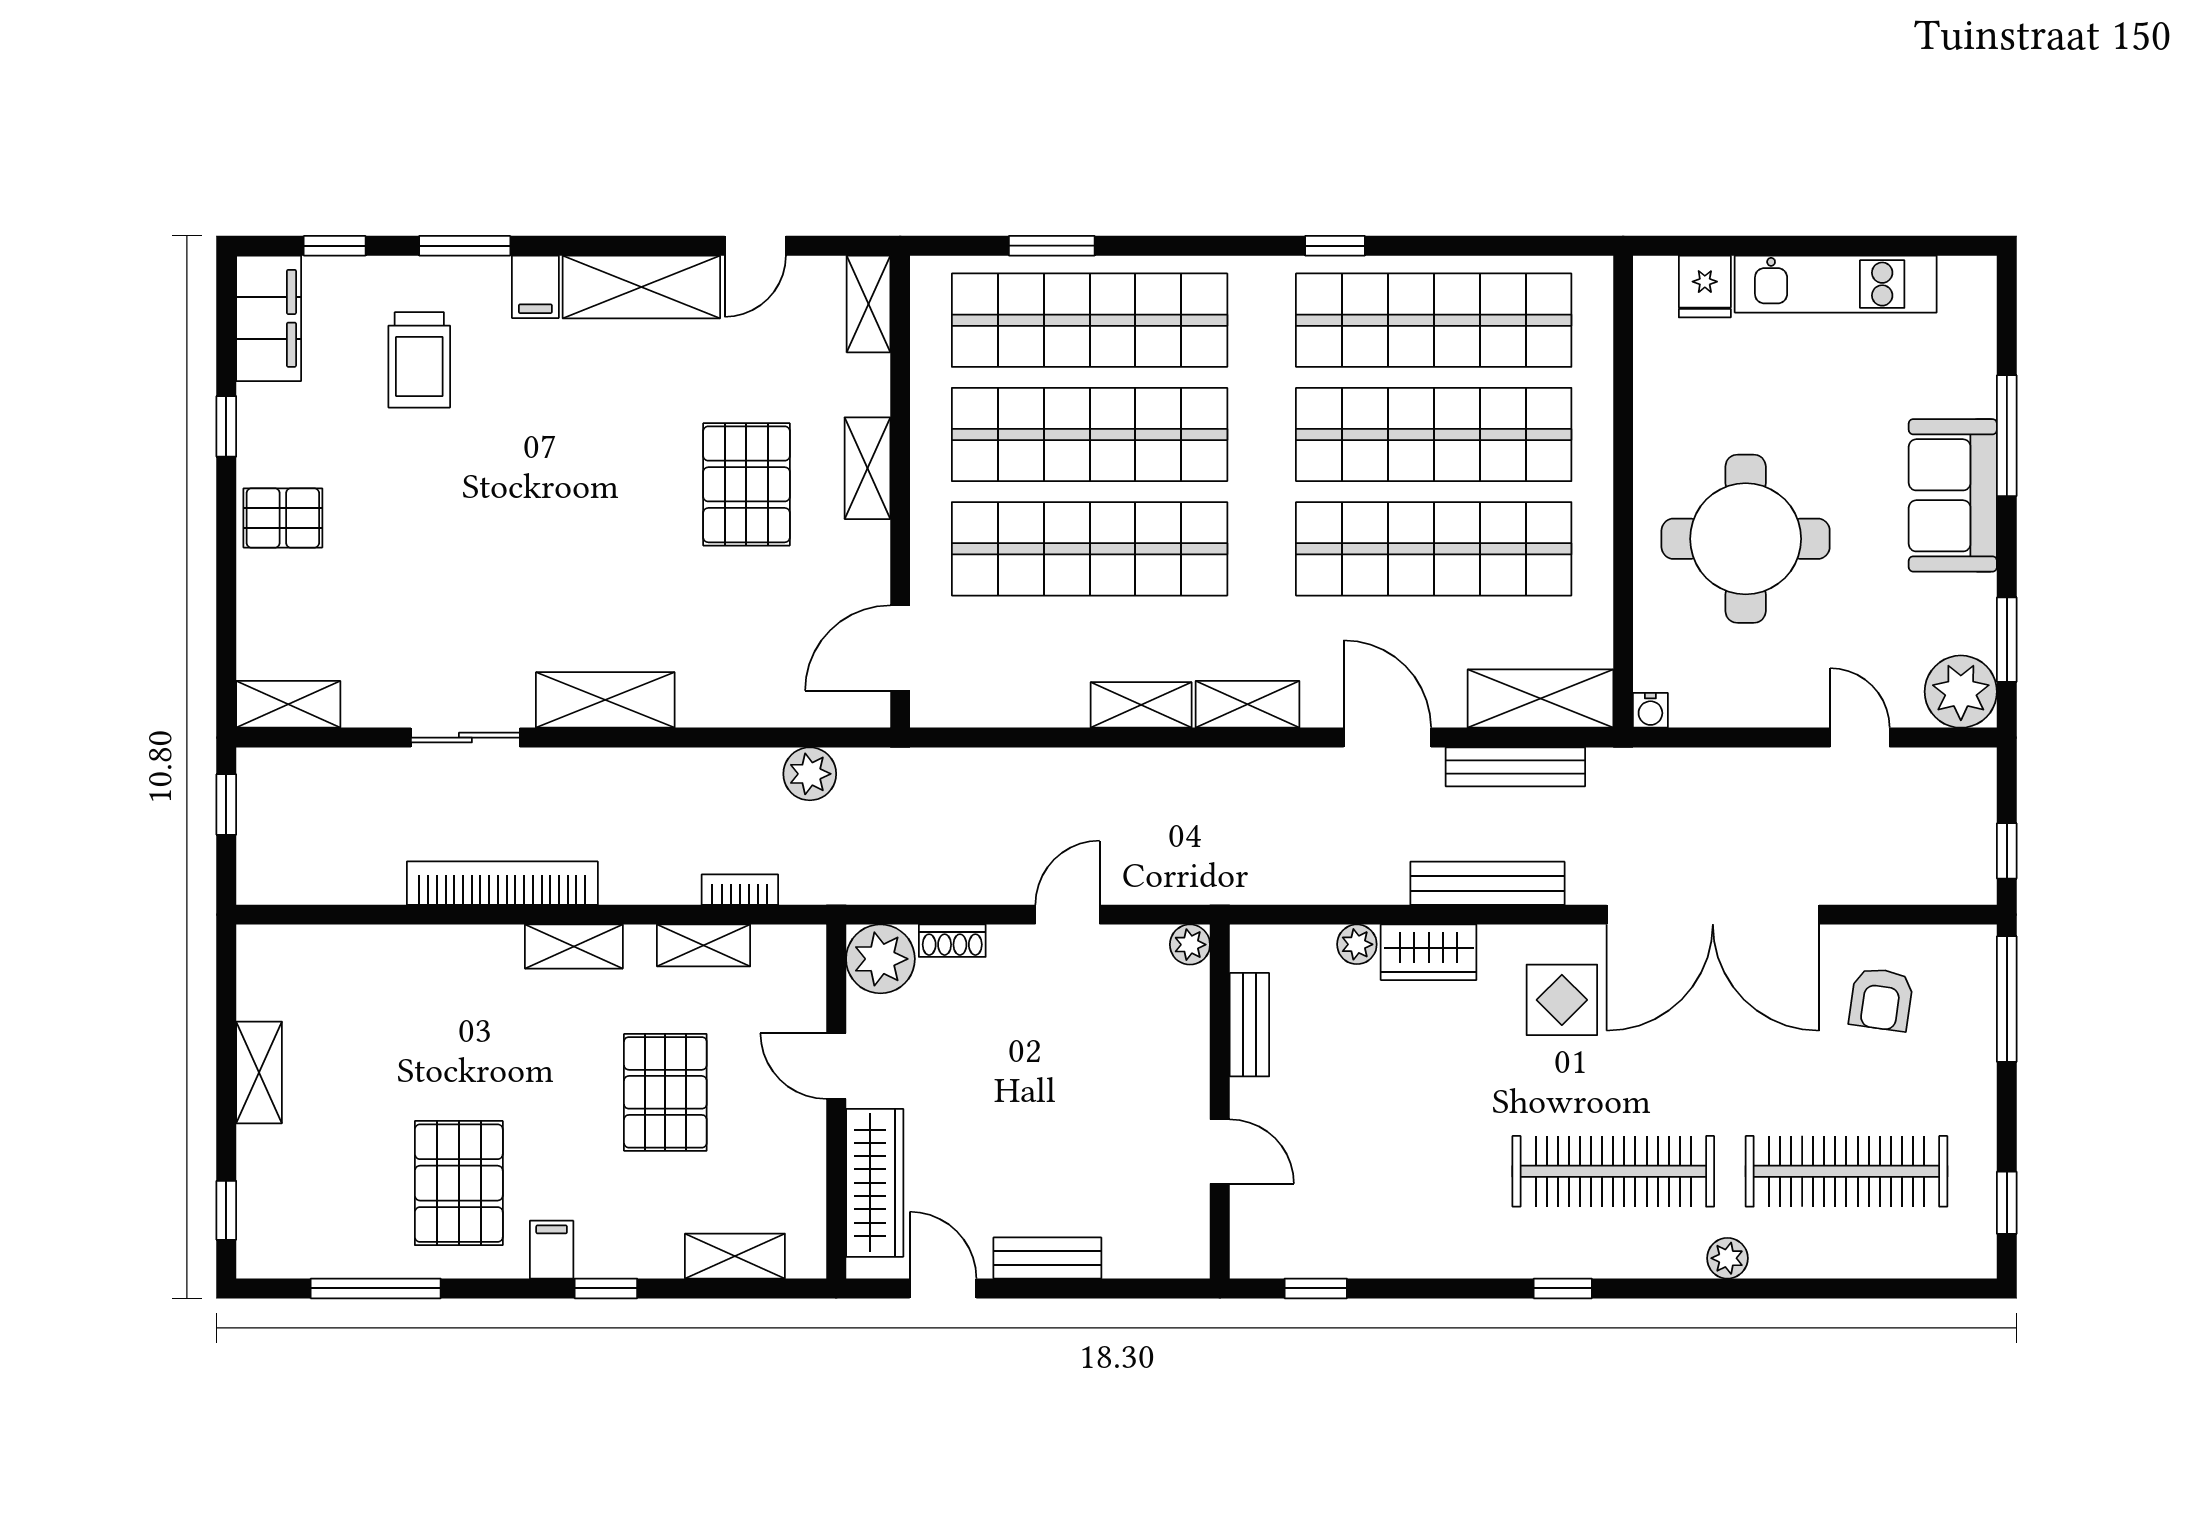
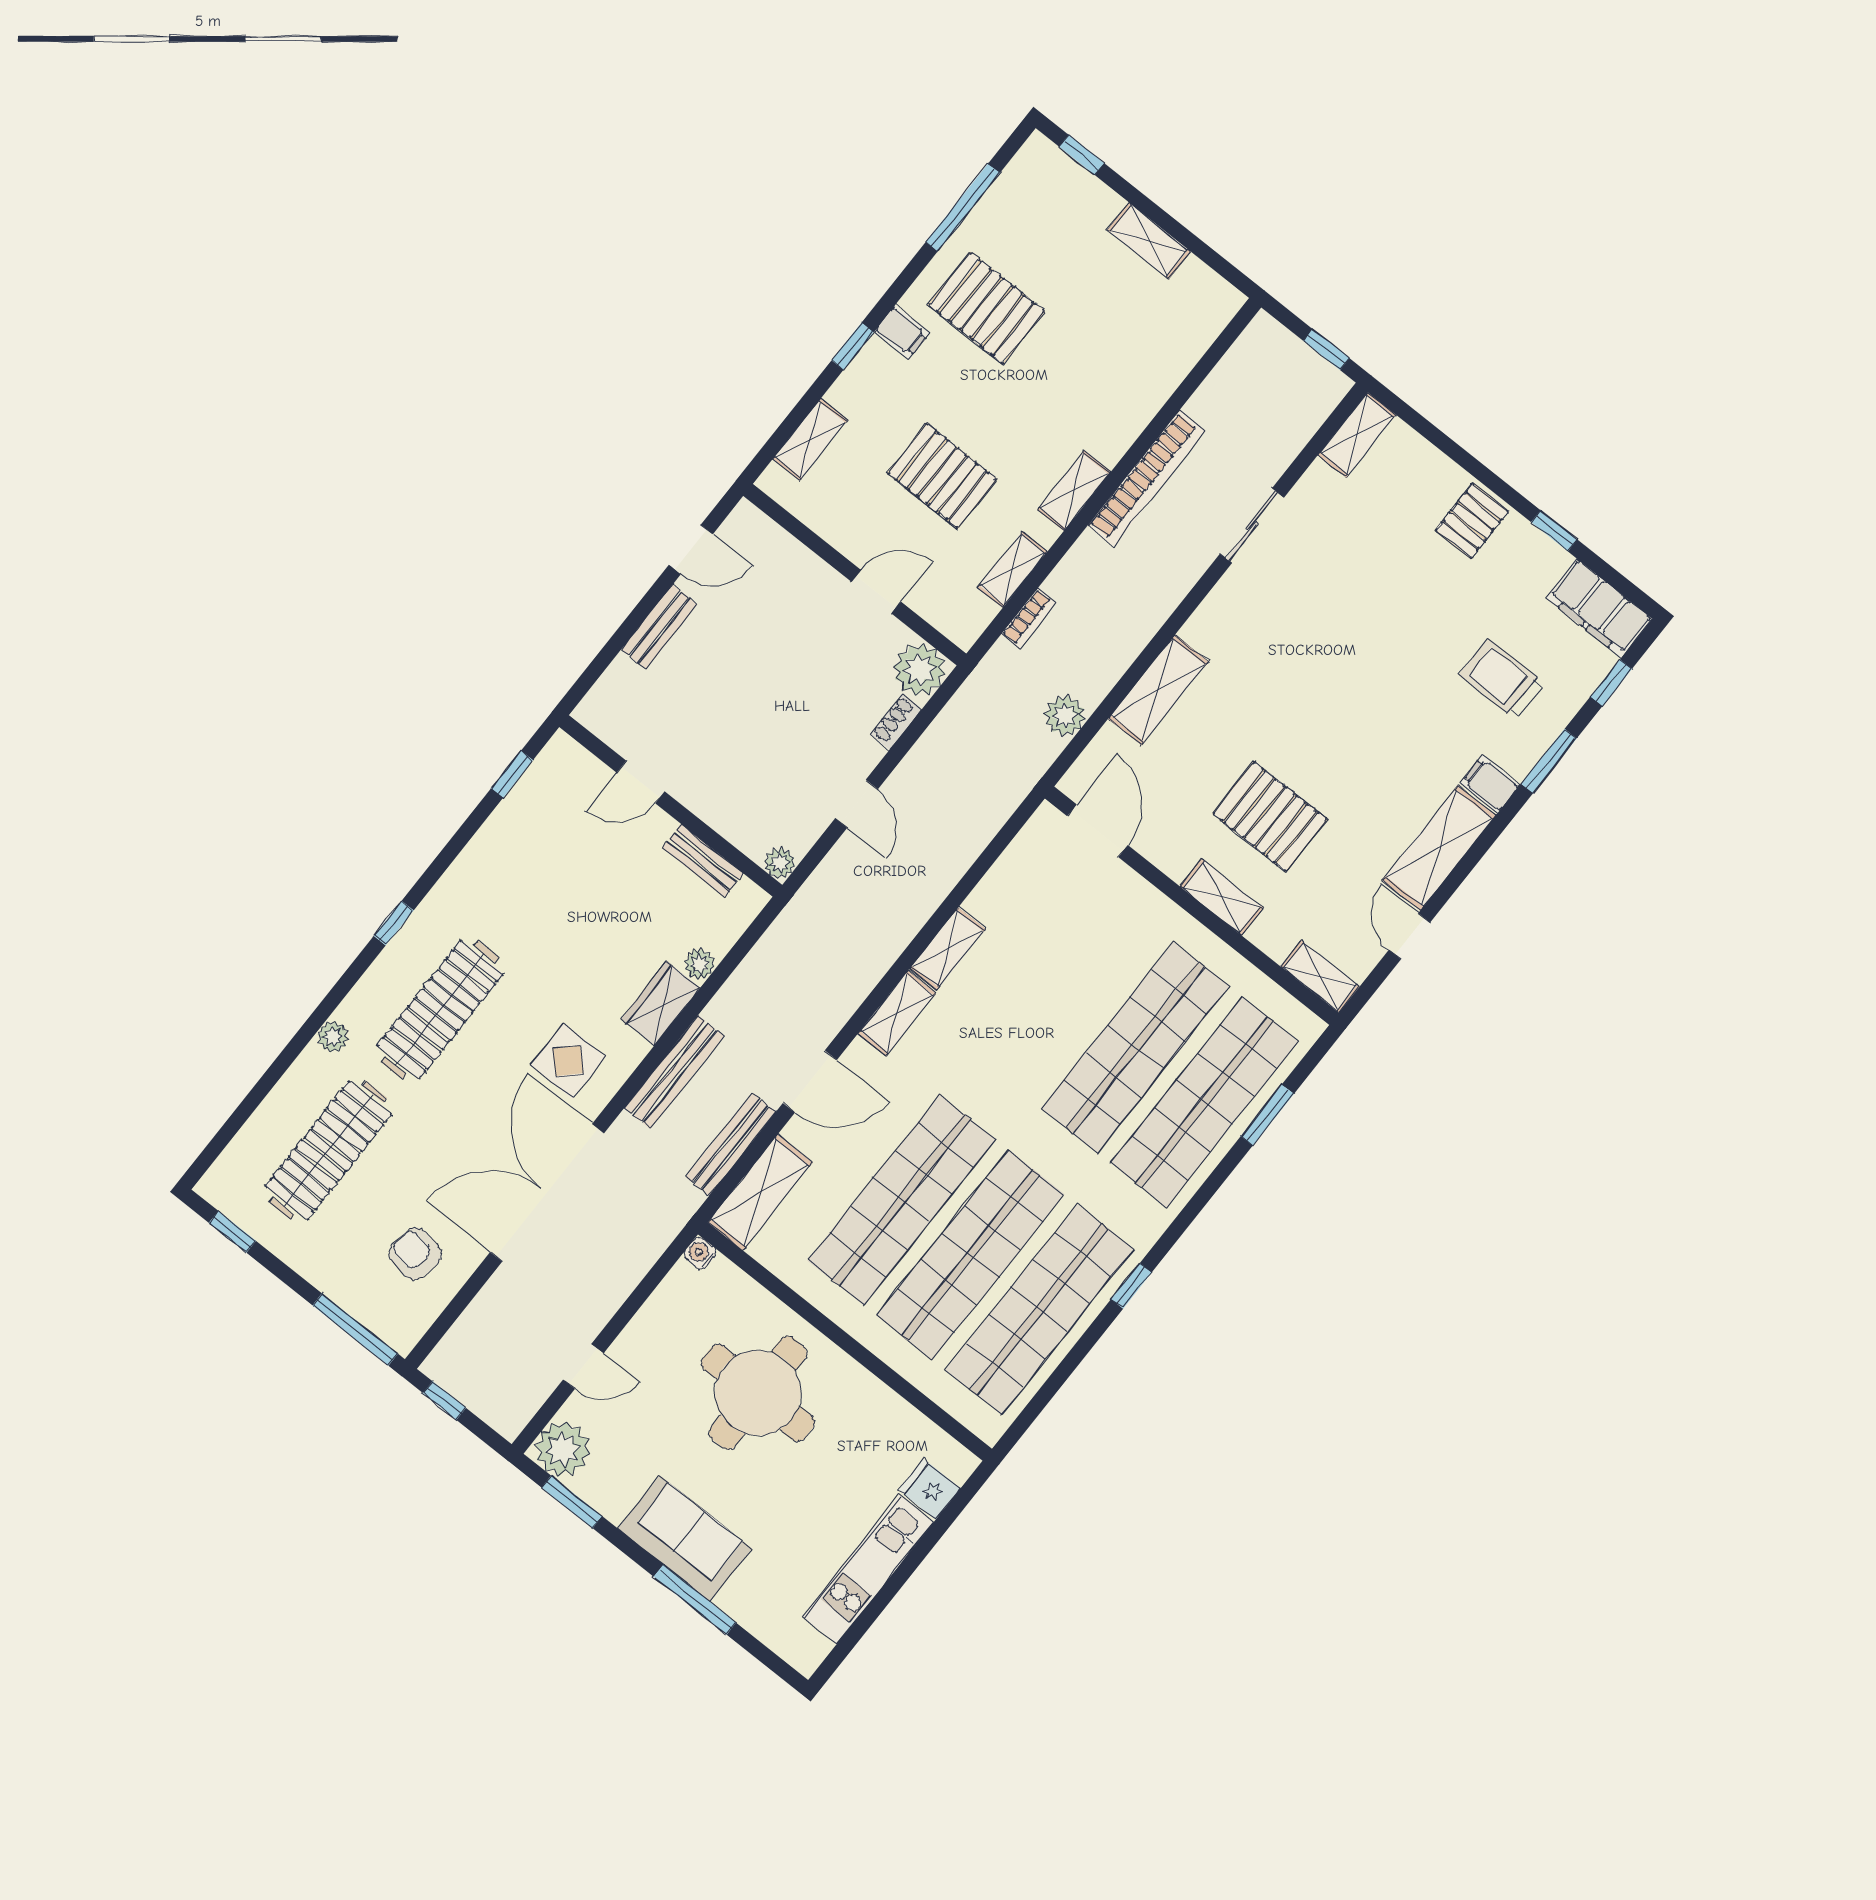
shop shelf: (1090, 549) -> (1066, 992), removed
shelving: (605, 700) -> (1158, 690), moved
wardrobe: (875, 1183) -> (787, 559), removed

